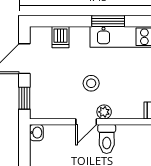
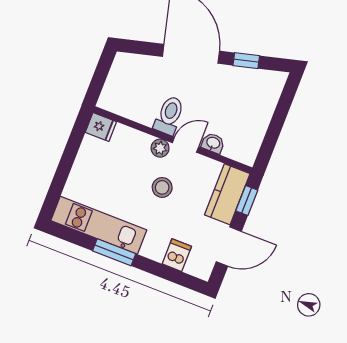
kitchen counter: (41, 97) -> (227, 194), added
washbasin: (36, 133) -> (213, 143), moved, turned 90

